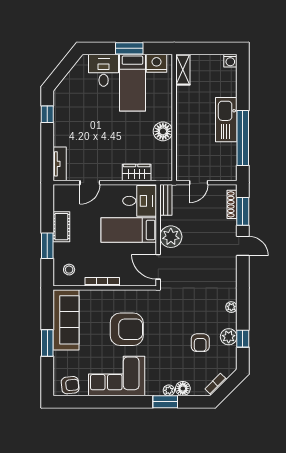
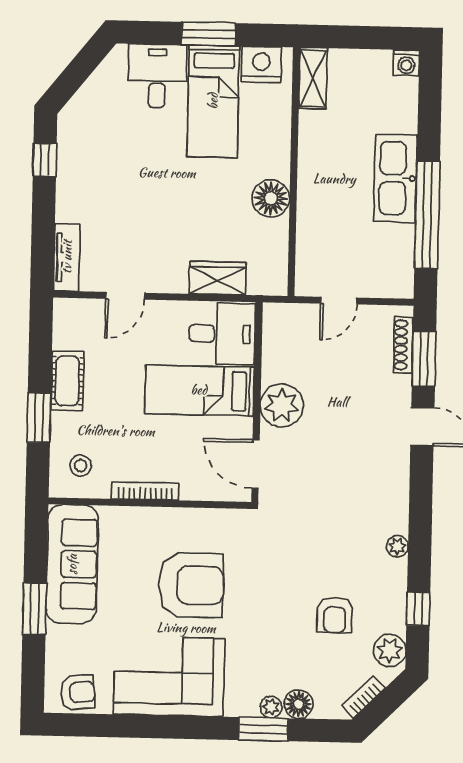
bench: (166, 200) -> (274, 333), removed
plant: (229, 337) -> (390, 650), moved

